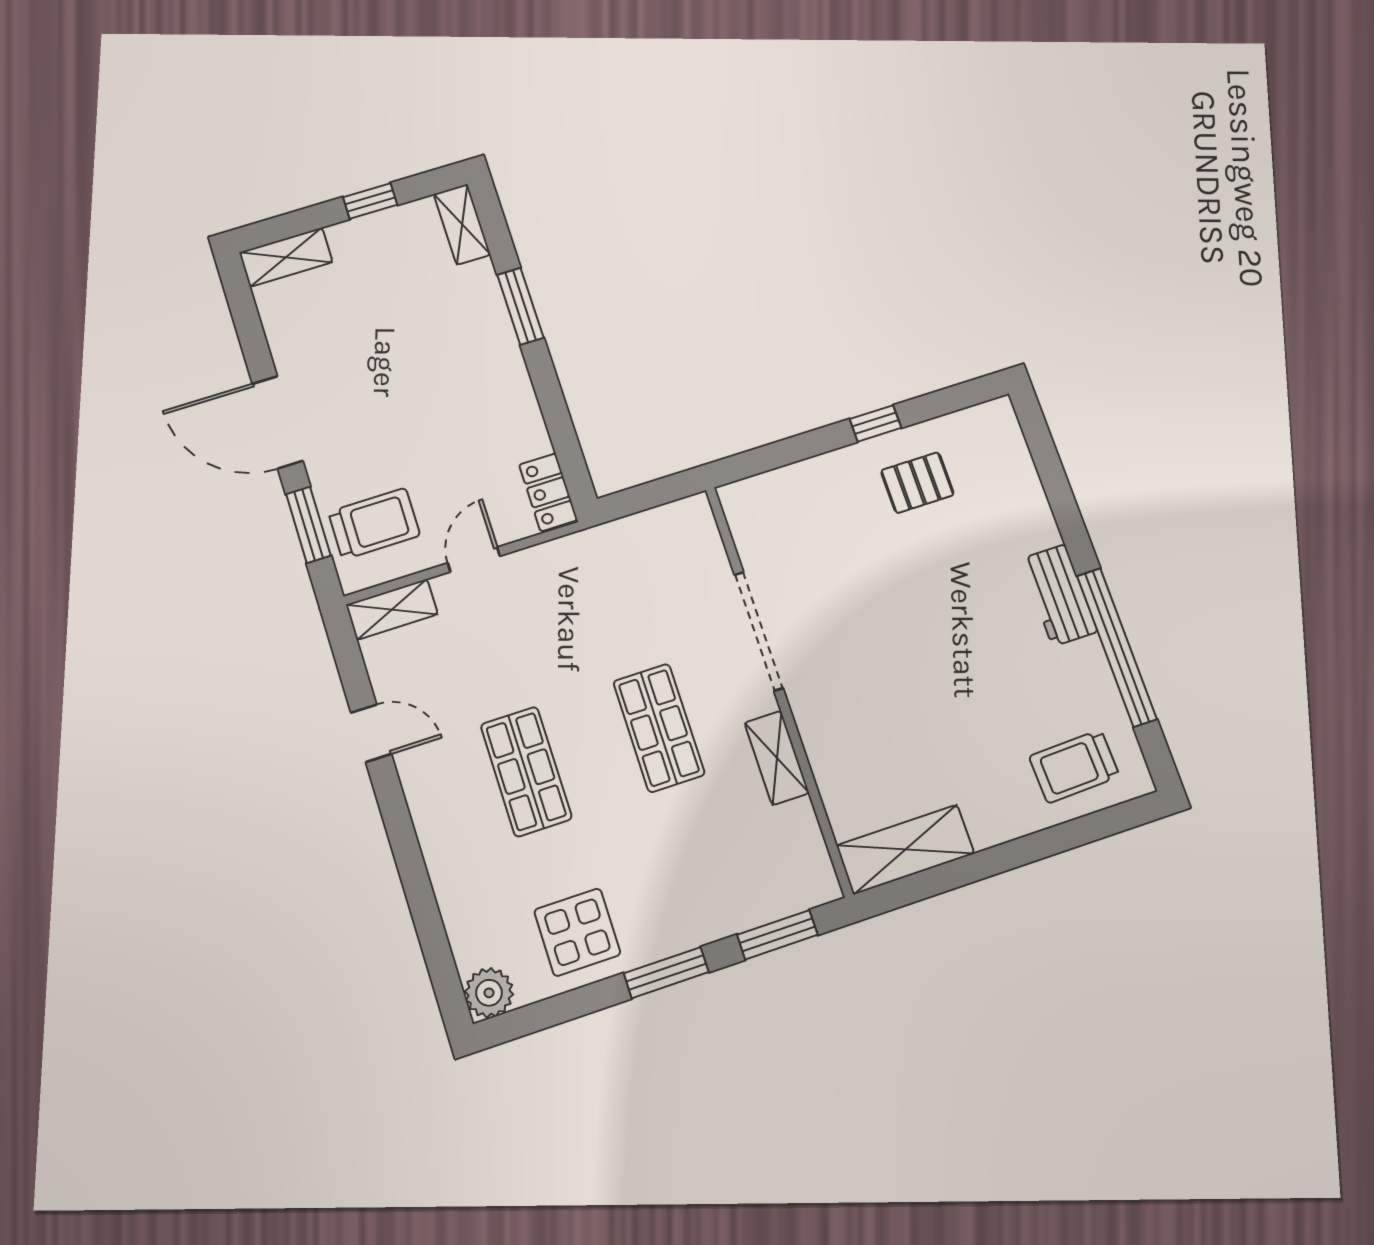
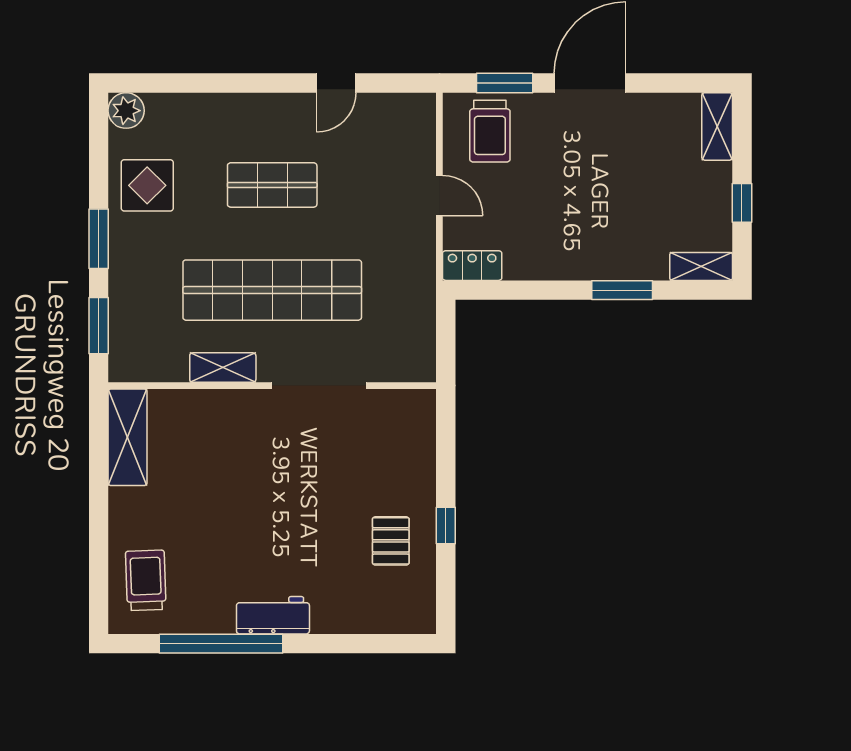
shelving: (392, 609) -> (422, 125), removed
shop shelf: (659, 728) -> (272, 290), width x2.00, depth x1.36

